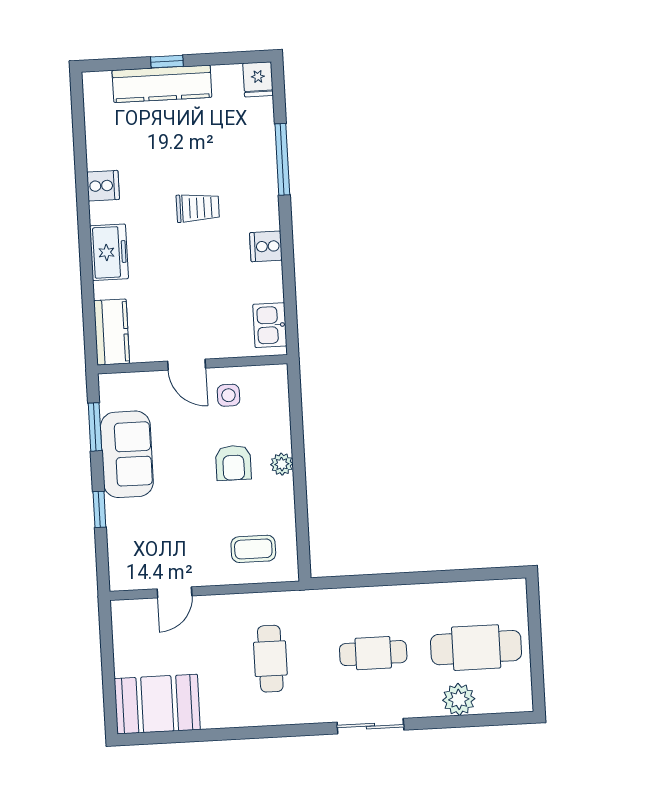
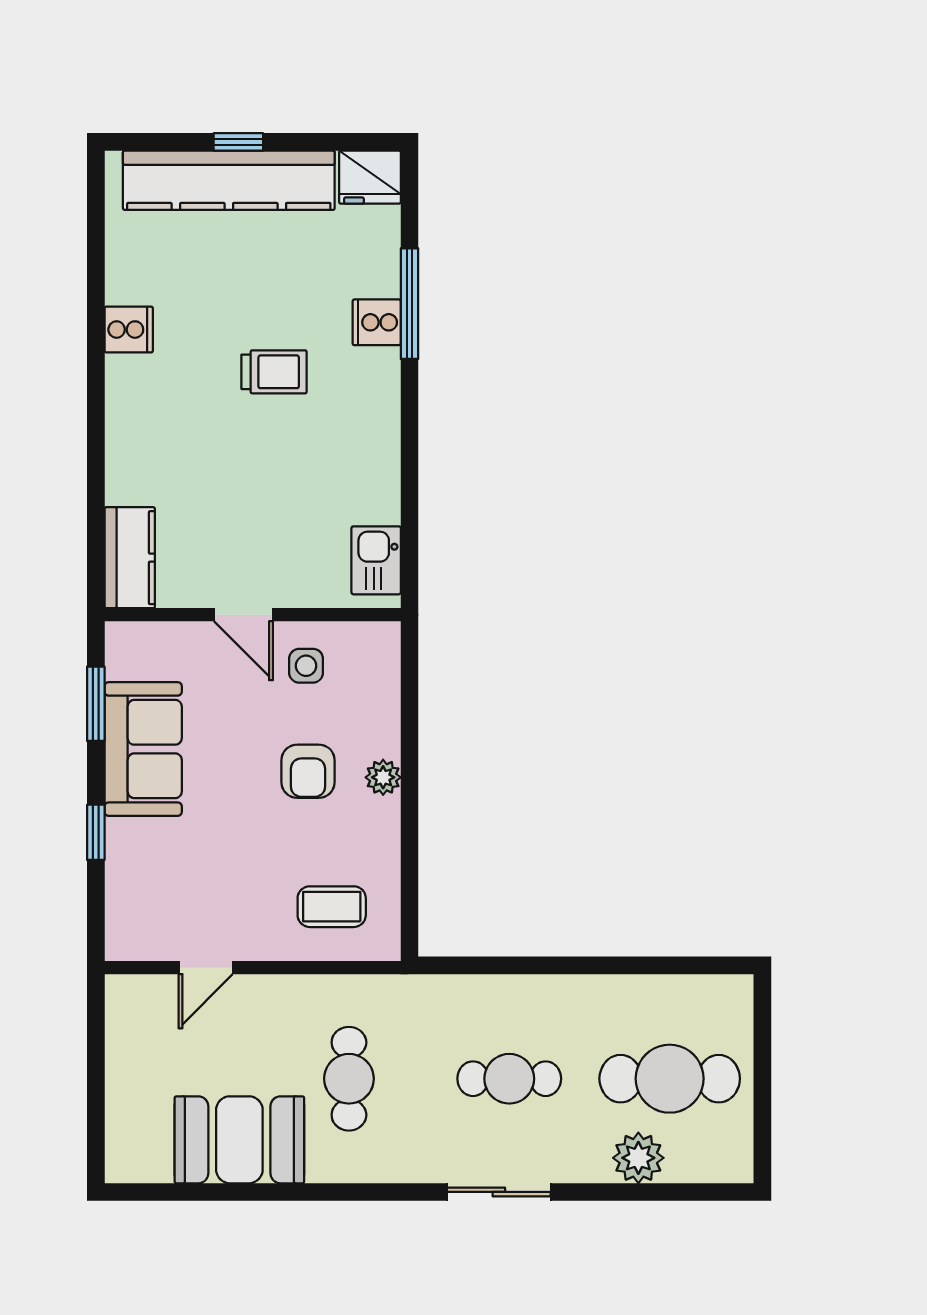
fridge: (258, 79) -> (370, 177), width x1.38
kitchen counter: (162, 84) -> (229, 180), width x1.39, depth x1.17
cooker: (266, 246) -> (377, 322), moved
freezer: (109, 252) -> (132, 434), removed
booth: (157, 704) -> (239, 1140), moved

